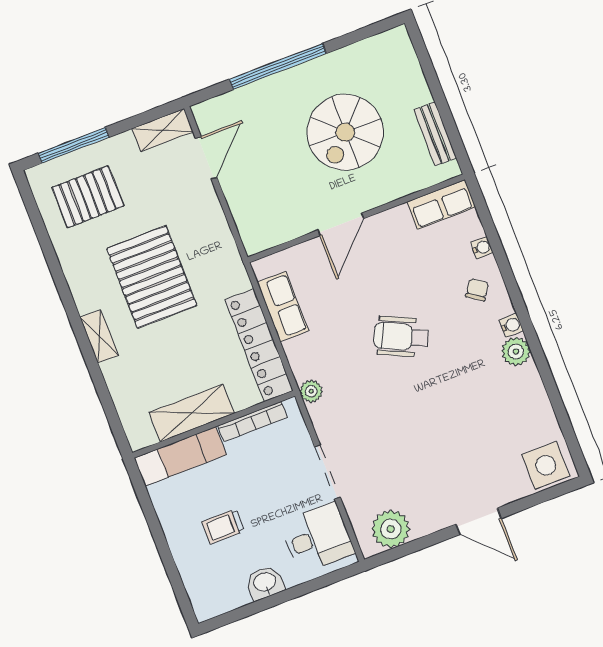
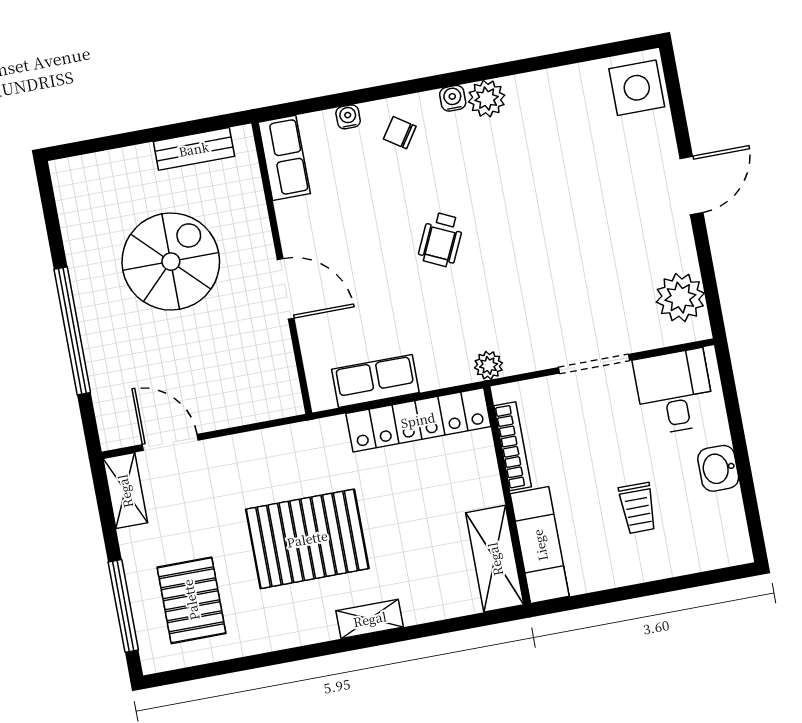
spiral stairs: (345, 132) -> (171, 262), turned -90
wheelchair: (401, 337) -> (441, 239), width x0.73, depth x0.73
shelving: (192, 413) -> (495, 559), moved

